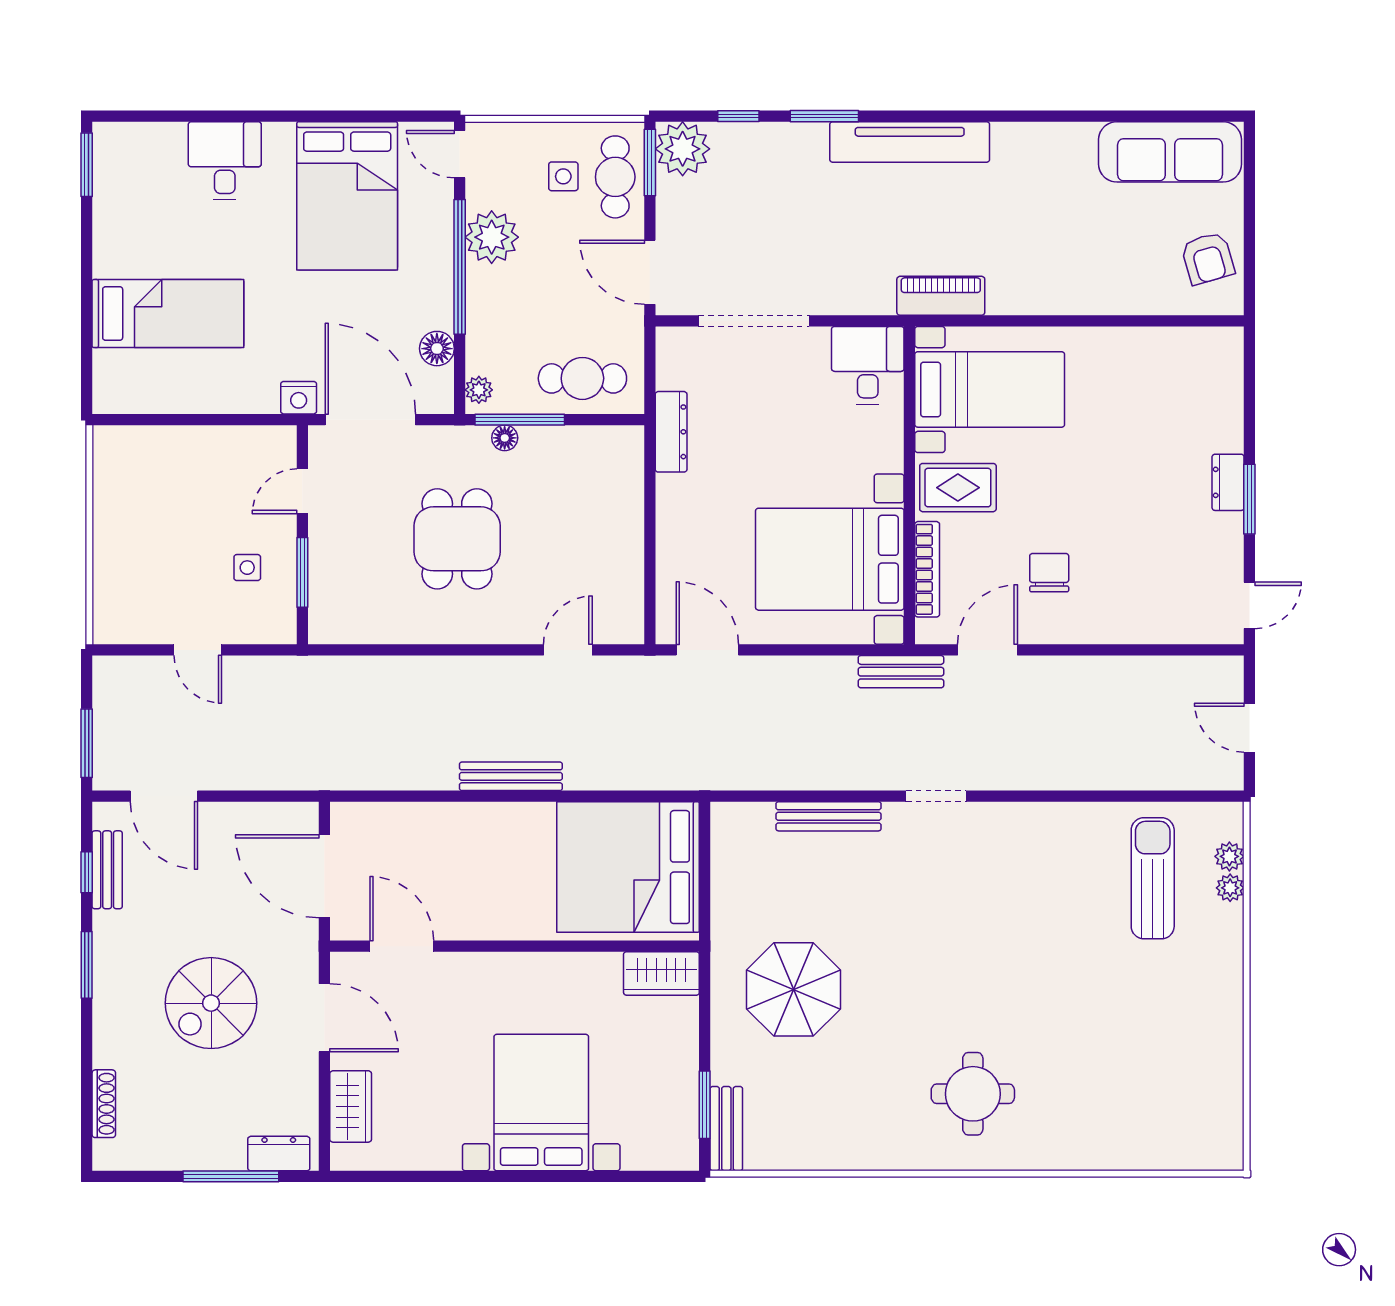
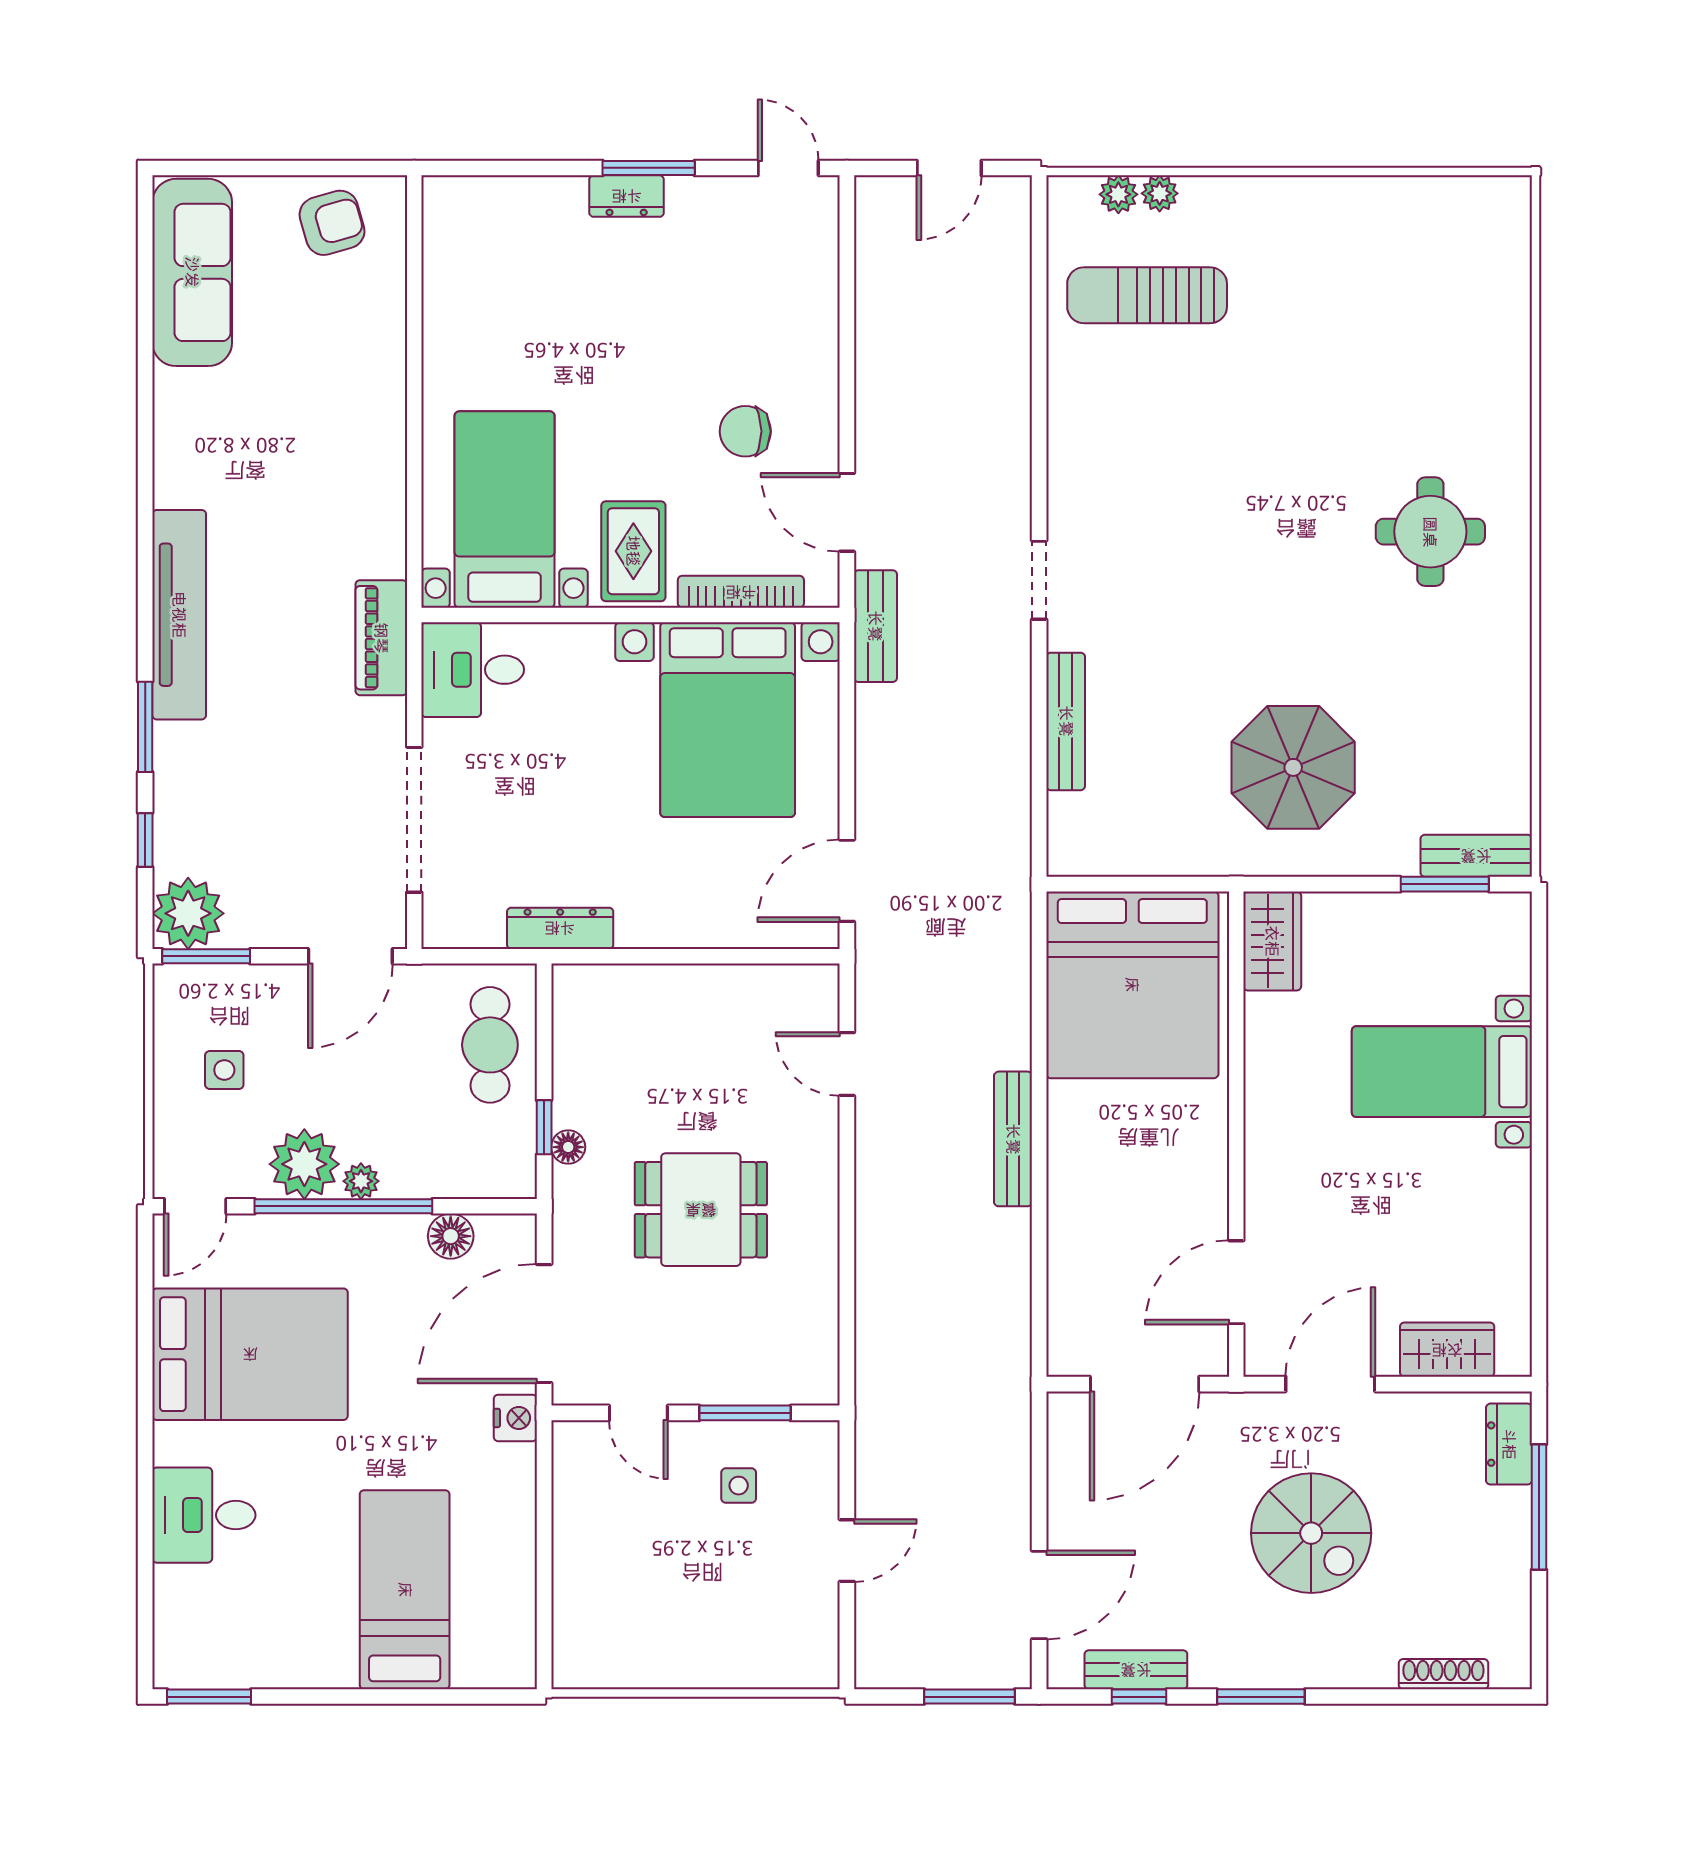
cafe table: (615, 177) -> (225, 1002), removed
piano: (941, 296) -> (381, 638), moved
plant: (479, 390) -> (361, 1181), moved
window: (520, 420) -> (544, 1127), width x0.46
bed with nightstands: (541, 1103) -> (1442, 1072), width x0.73

